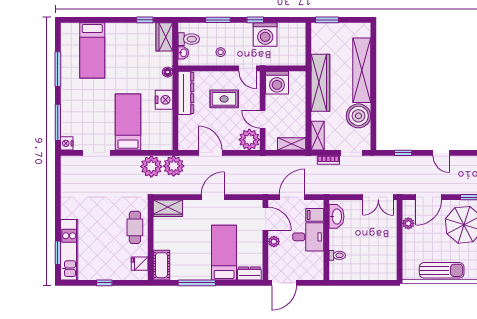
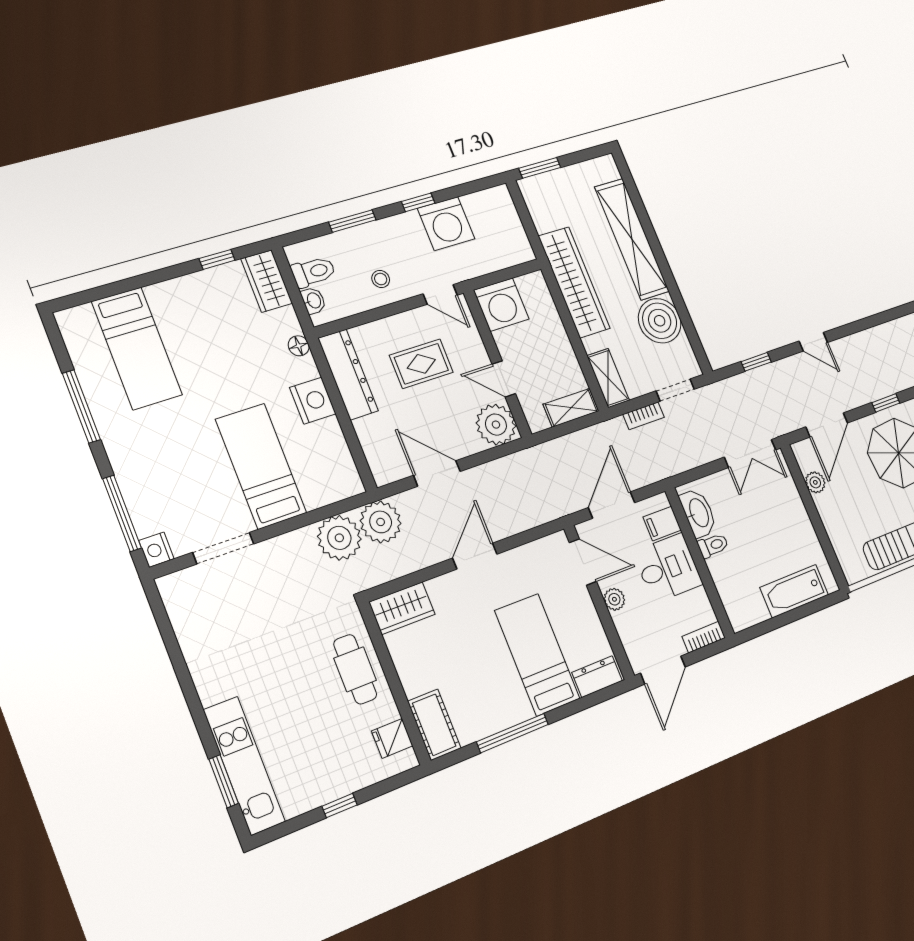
toilet: (337, 255) -> (713, 545), moved
bathtub: (371, 272) -> (794, 591), added
bookcase: (312, 276) -> (704, 637), added

